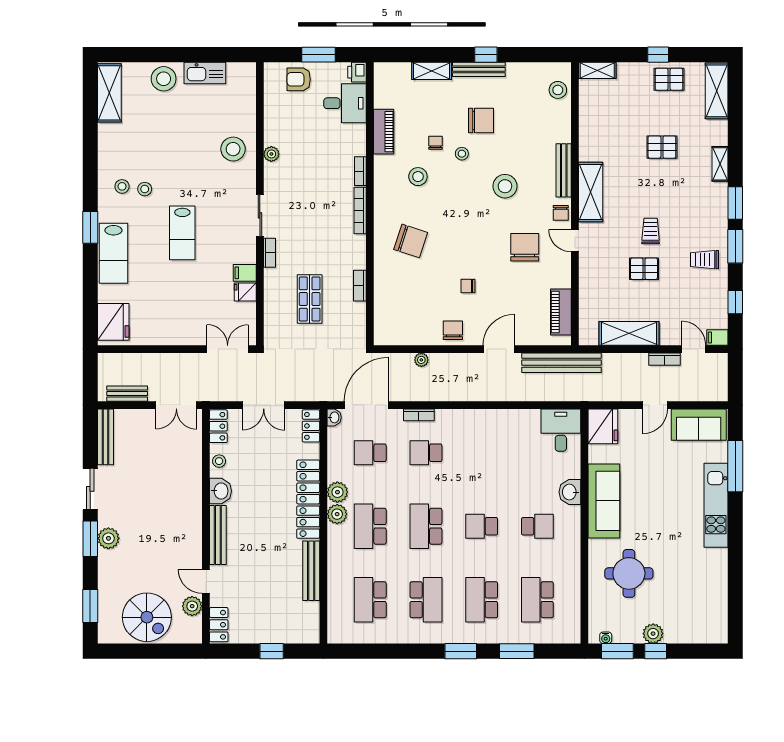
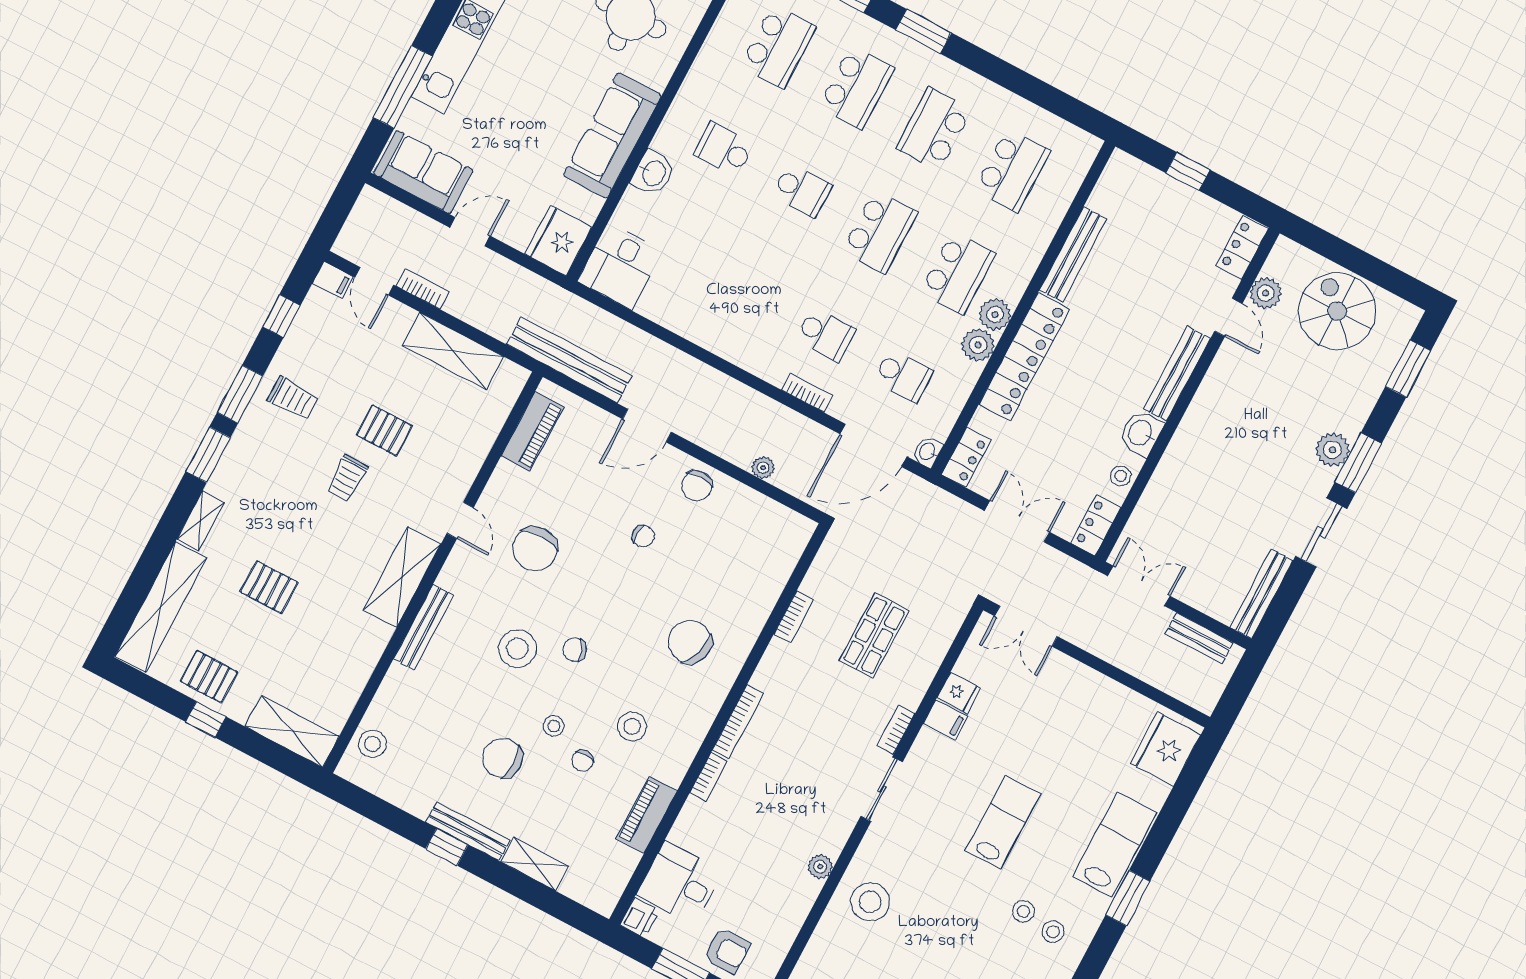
shelving: (597, 70) -> (292, 731), width x1.50, depth x1.33
shelving: (717, 91) -> (161, 607), width x1.47
chair: (561, 213) -> (574, 650), moved, turned -111

